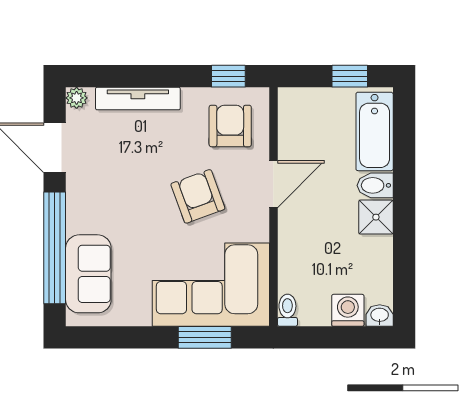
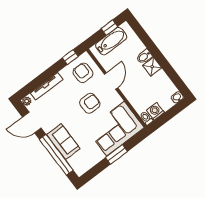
bathtub: (375, 131) -> (111, 41), moved, turned -90
armchair: (198, 196) -> (90, 103), turned 110
sofa: (88, 274) -> (63, 142), moved
washing machine: (348, 310) -> (155, 111), moved
window: (205, 337) -> (117, 154), moved

